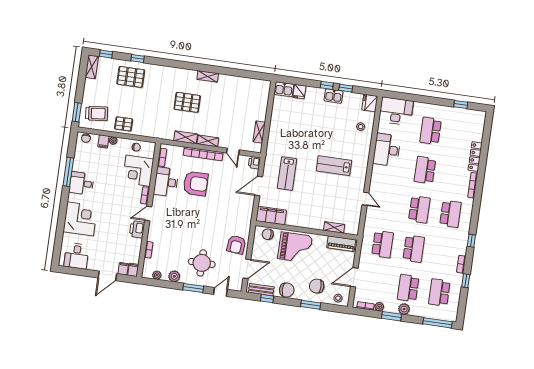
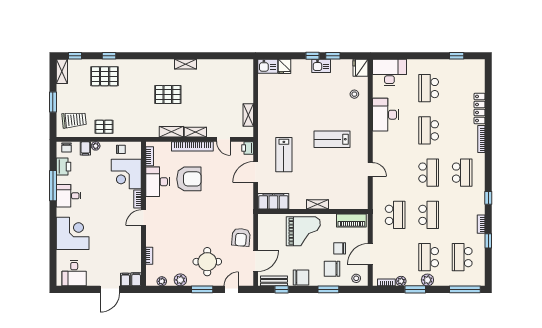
window: (77, 112) -> (53, 102), moved
shelving: (334, 227) -> (318, 204), moved
printer: (137, 229) -> (64, 167), moved, turned 180
chair: (268, 234) -> (340, 248), moved

